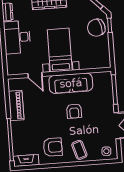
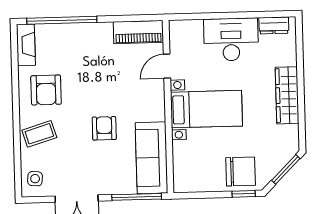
chair: (96, 28) -> (241, 171), turned 104
sofa: (71, 83) -> (151, 158), moved
piano: (16, 106) -> (138, 32), moved
armchair: (74, 111) -> (104, 128), turned 90

